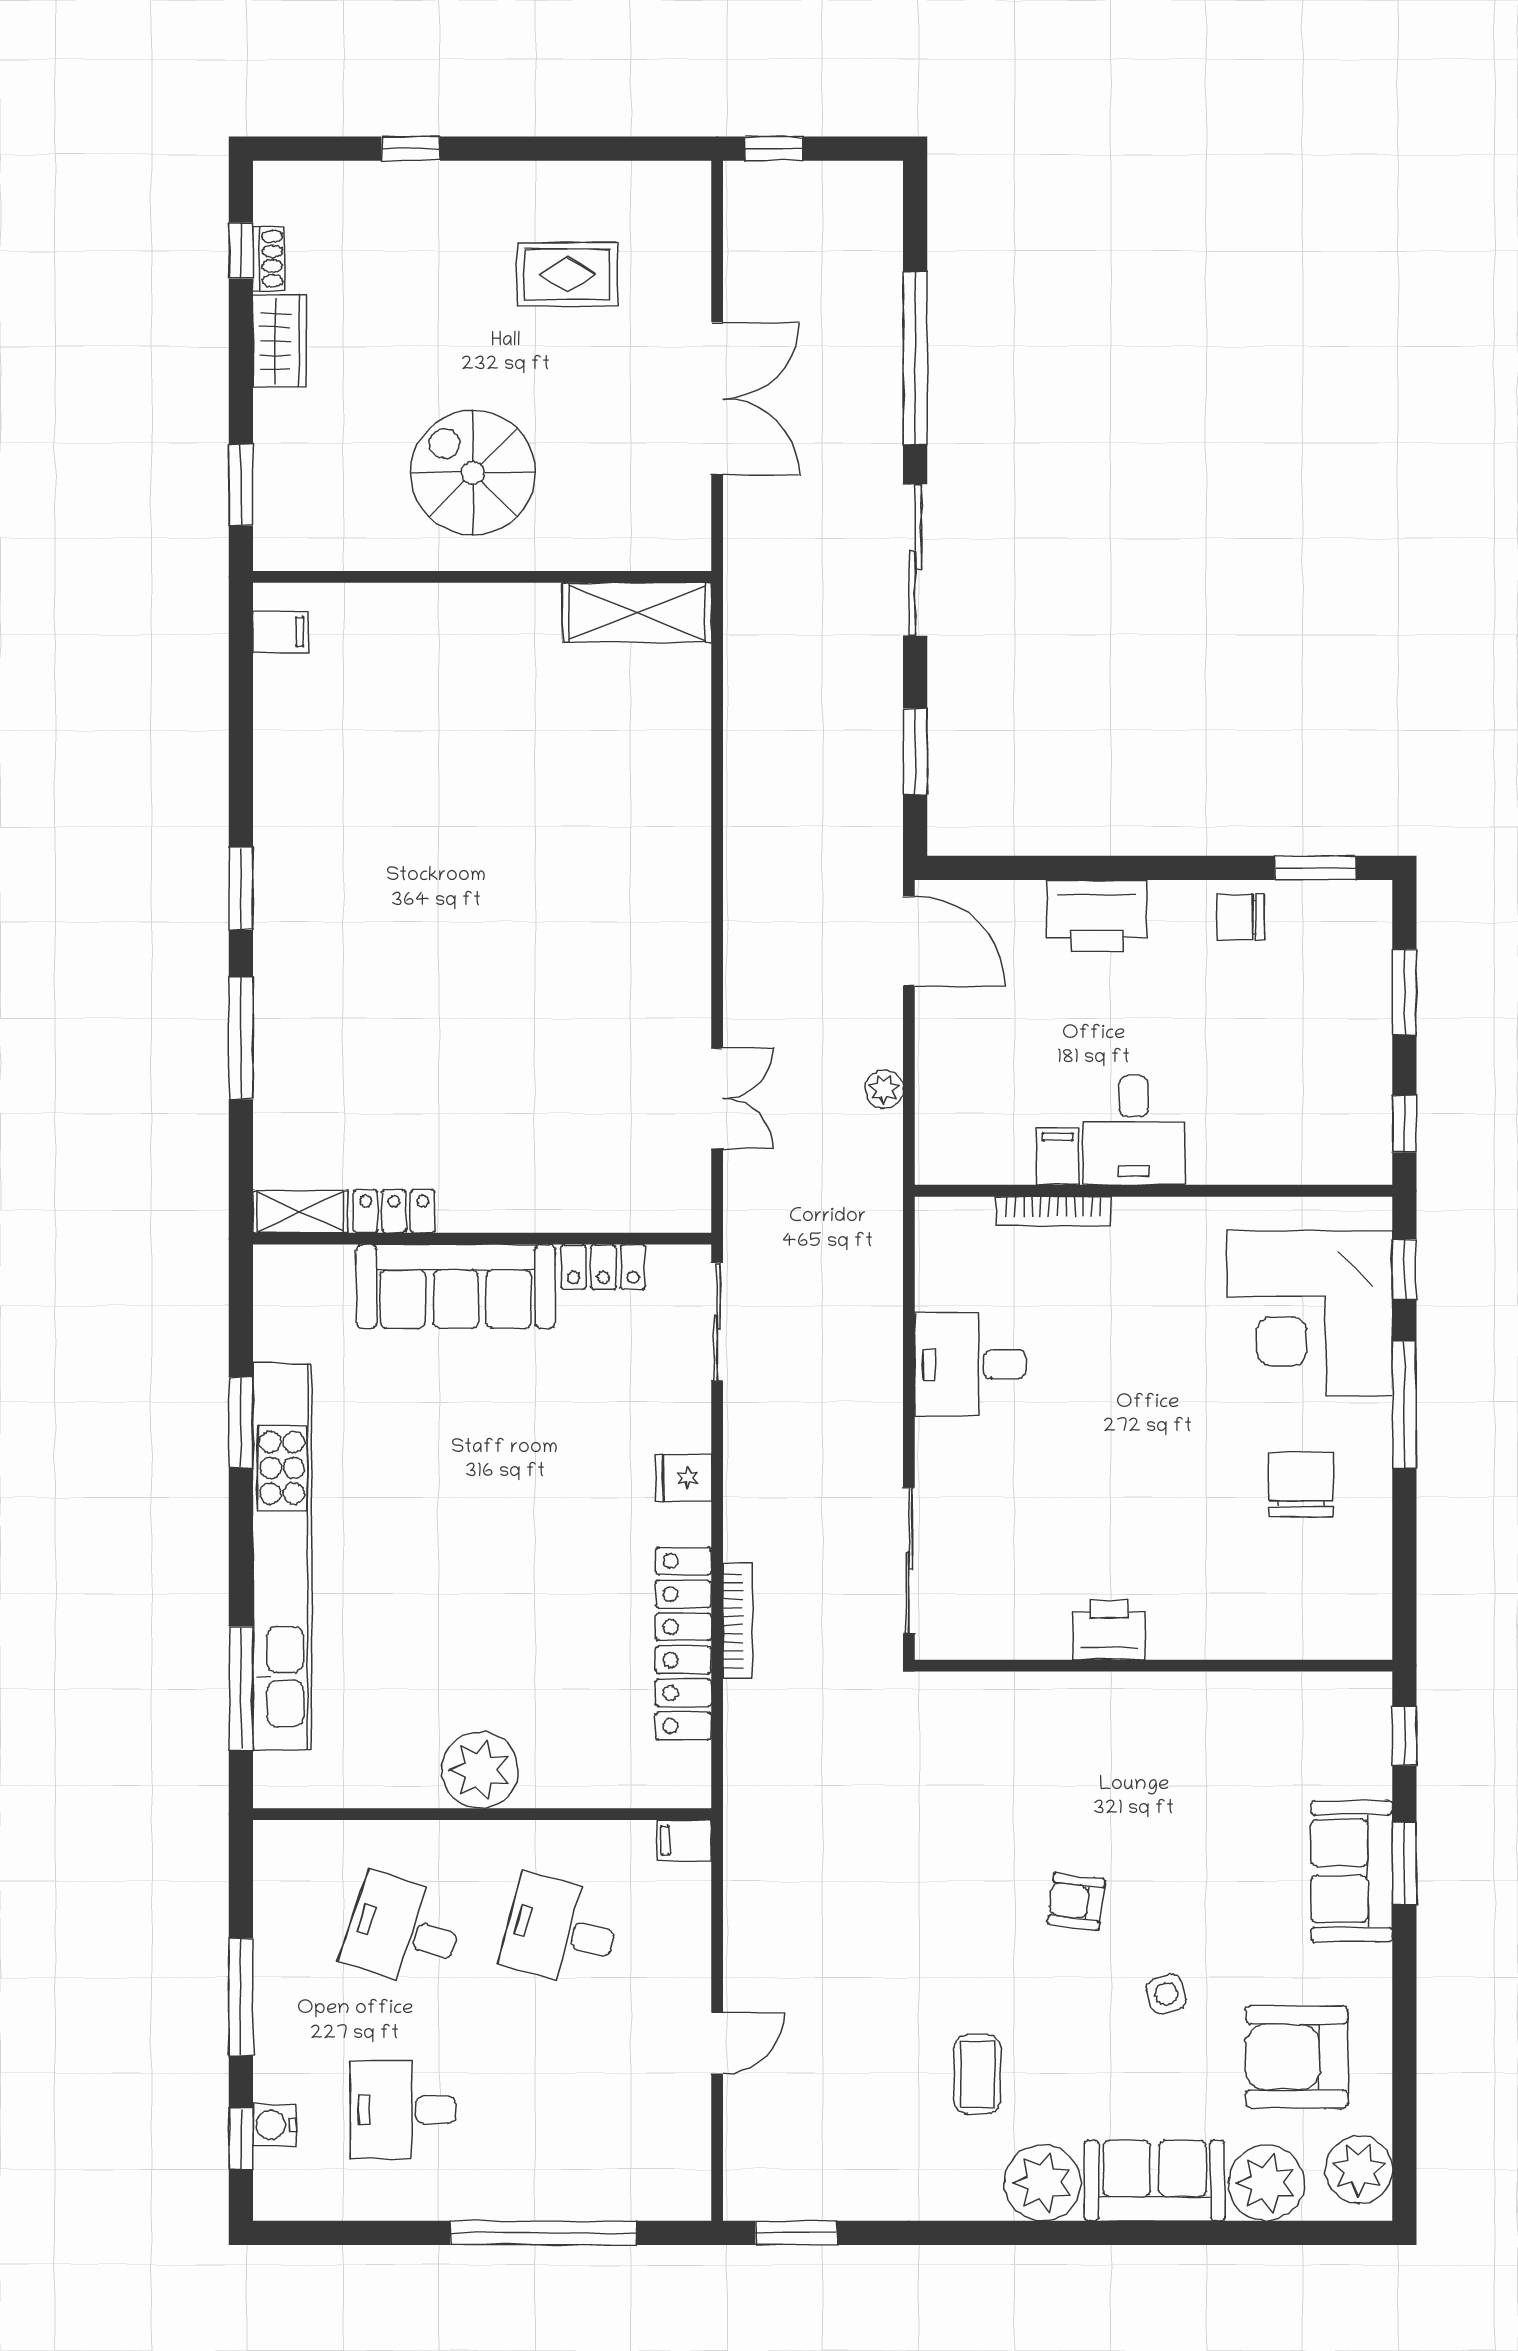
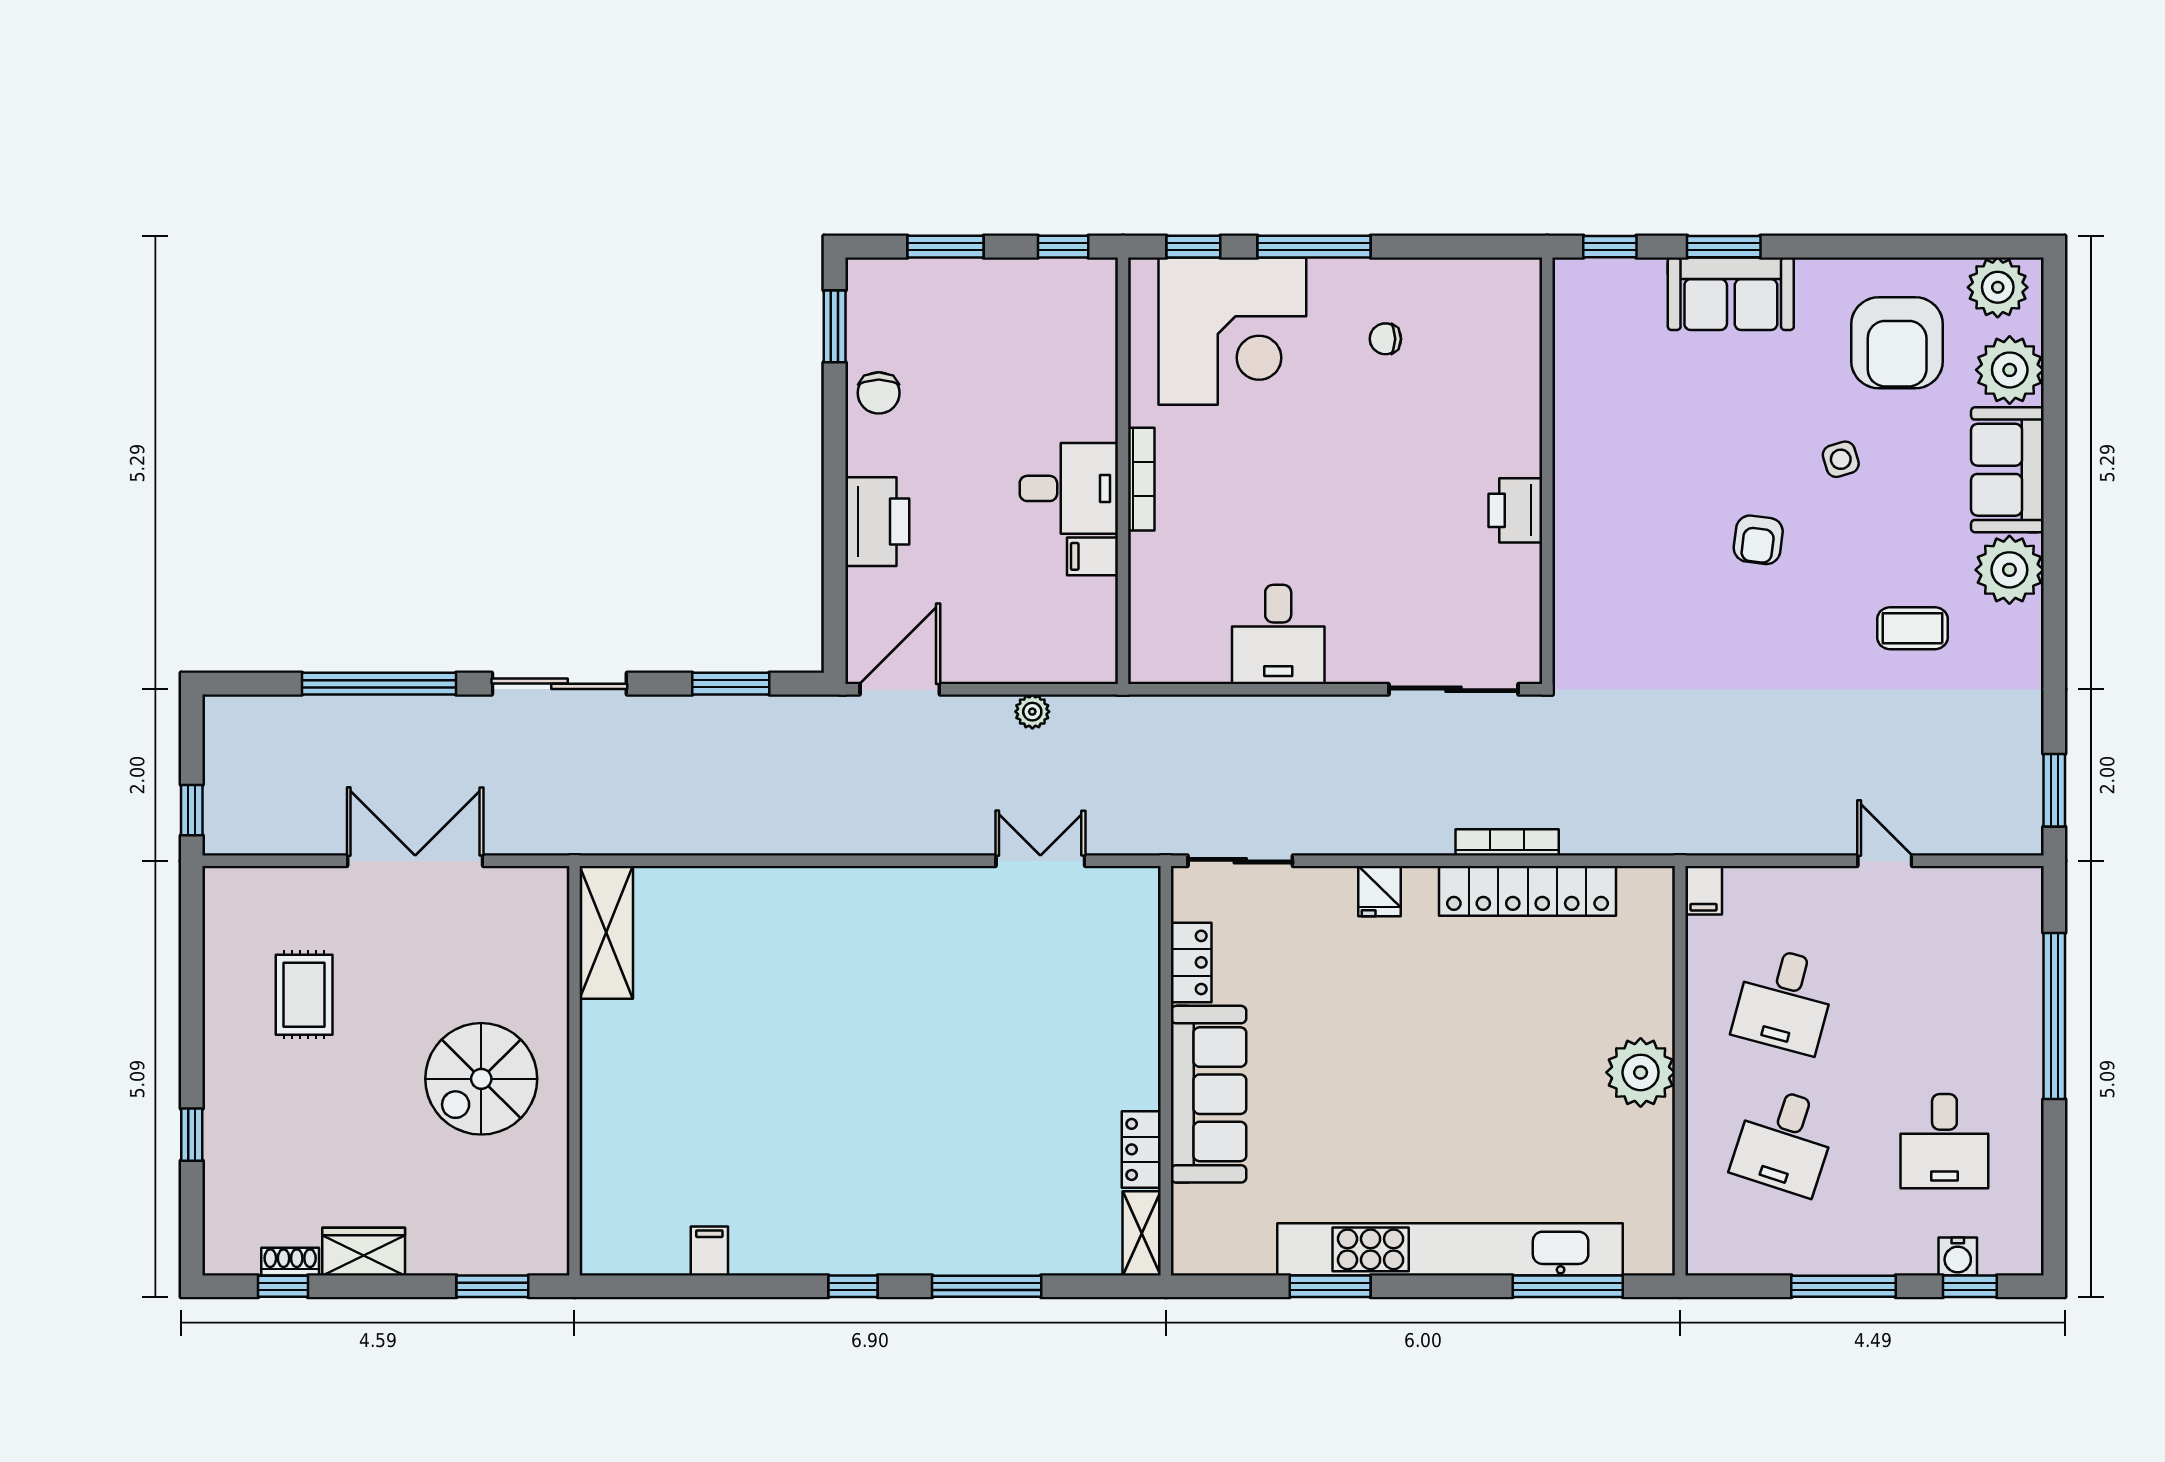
filing cabinet: (280, 632) -> (709, 1251), moved
window: (241, 889) -> (853, 1286), width x0.67
bookcase: (1053, 1211) -> (1141, 479), moved
chair: (1301, 1484) -> (1385, 339), width x0.54, depth x0.54

